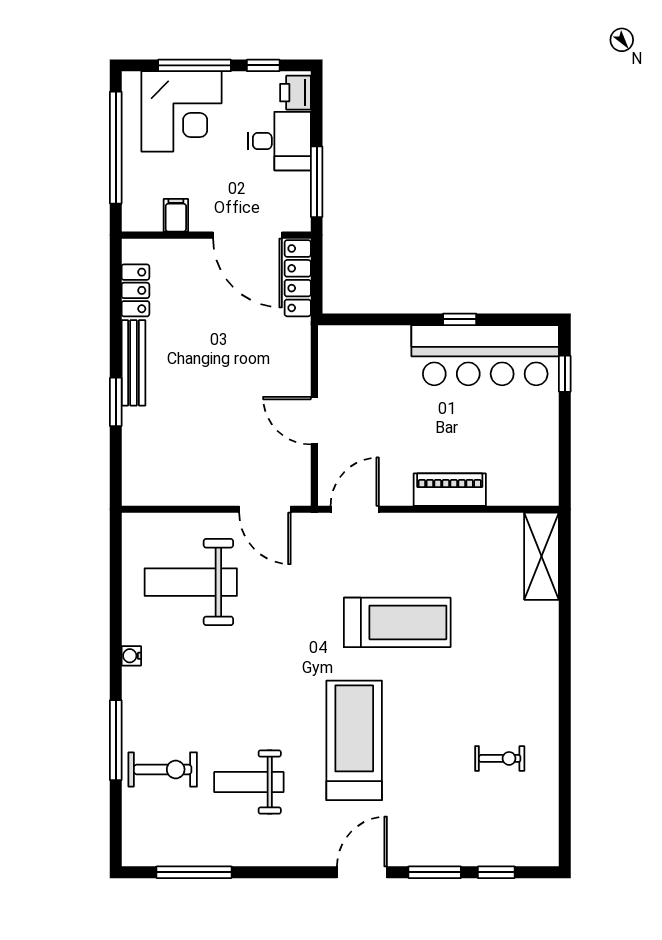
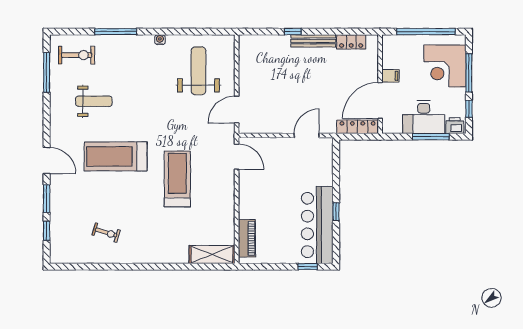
desk: (279, 141) -> (424, 117), width x1.37
window: (317, 182) -> (431, 137), moved
filing cabinet: (176, 215) -> (390, 76), moved
window: (116, 402) -> (293, 32), width x0.67
door: (314, 421) -> (307, 136), moved
piano: (450, 490) -> (247, 238), moved
treadmill: (397, 622) -> (177, 179), turned 180
treadmill: (354, 740) -> (116, 156), turned 180
exercise bike: (500, 758) -> (106, 233), turned -73
exercise bike: (163, 769) -> (77, 55), moved, turned -90
weight bench: (249, 782) -> (94, 101), turned 90

